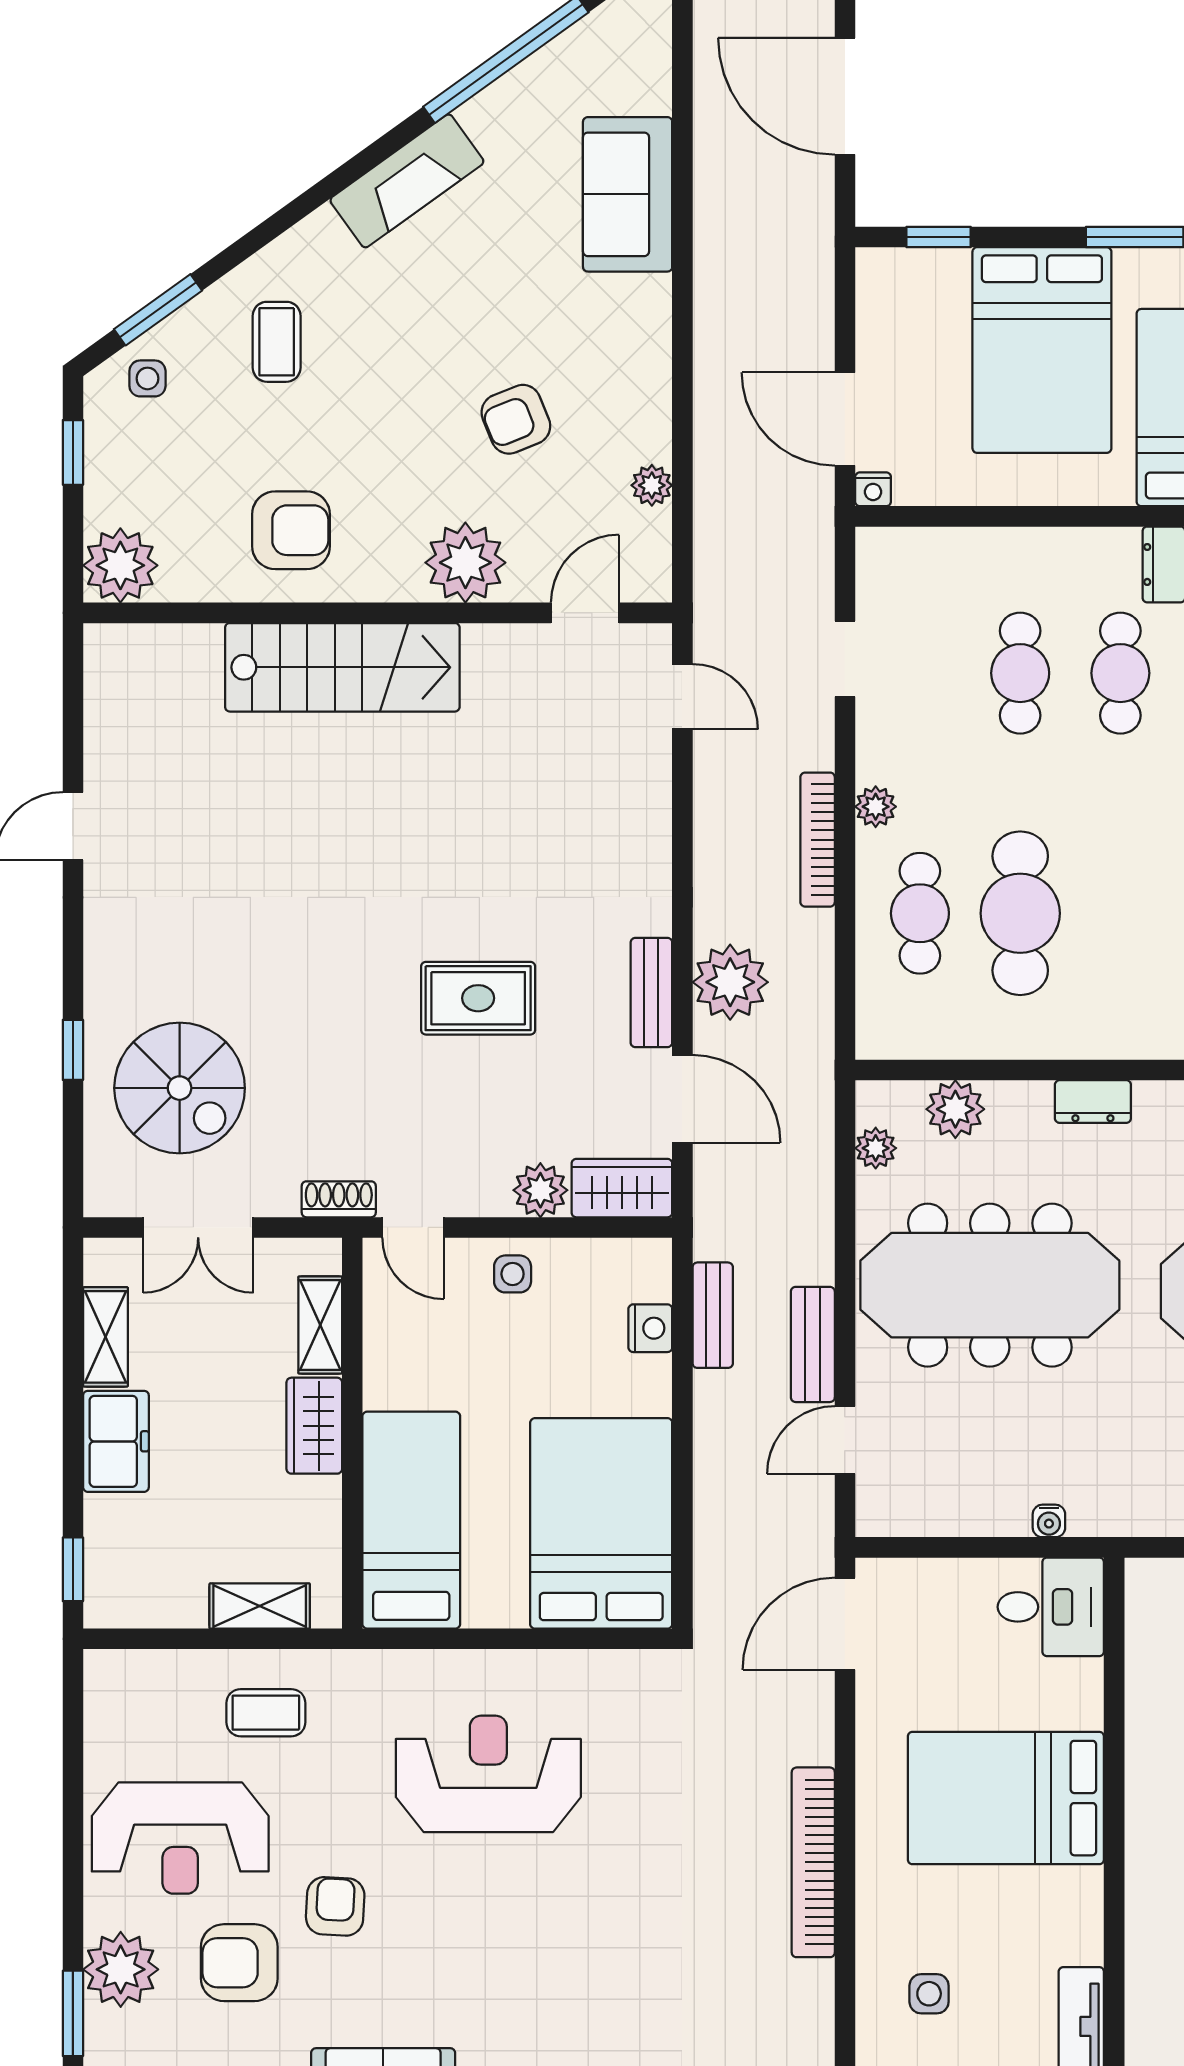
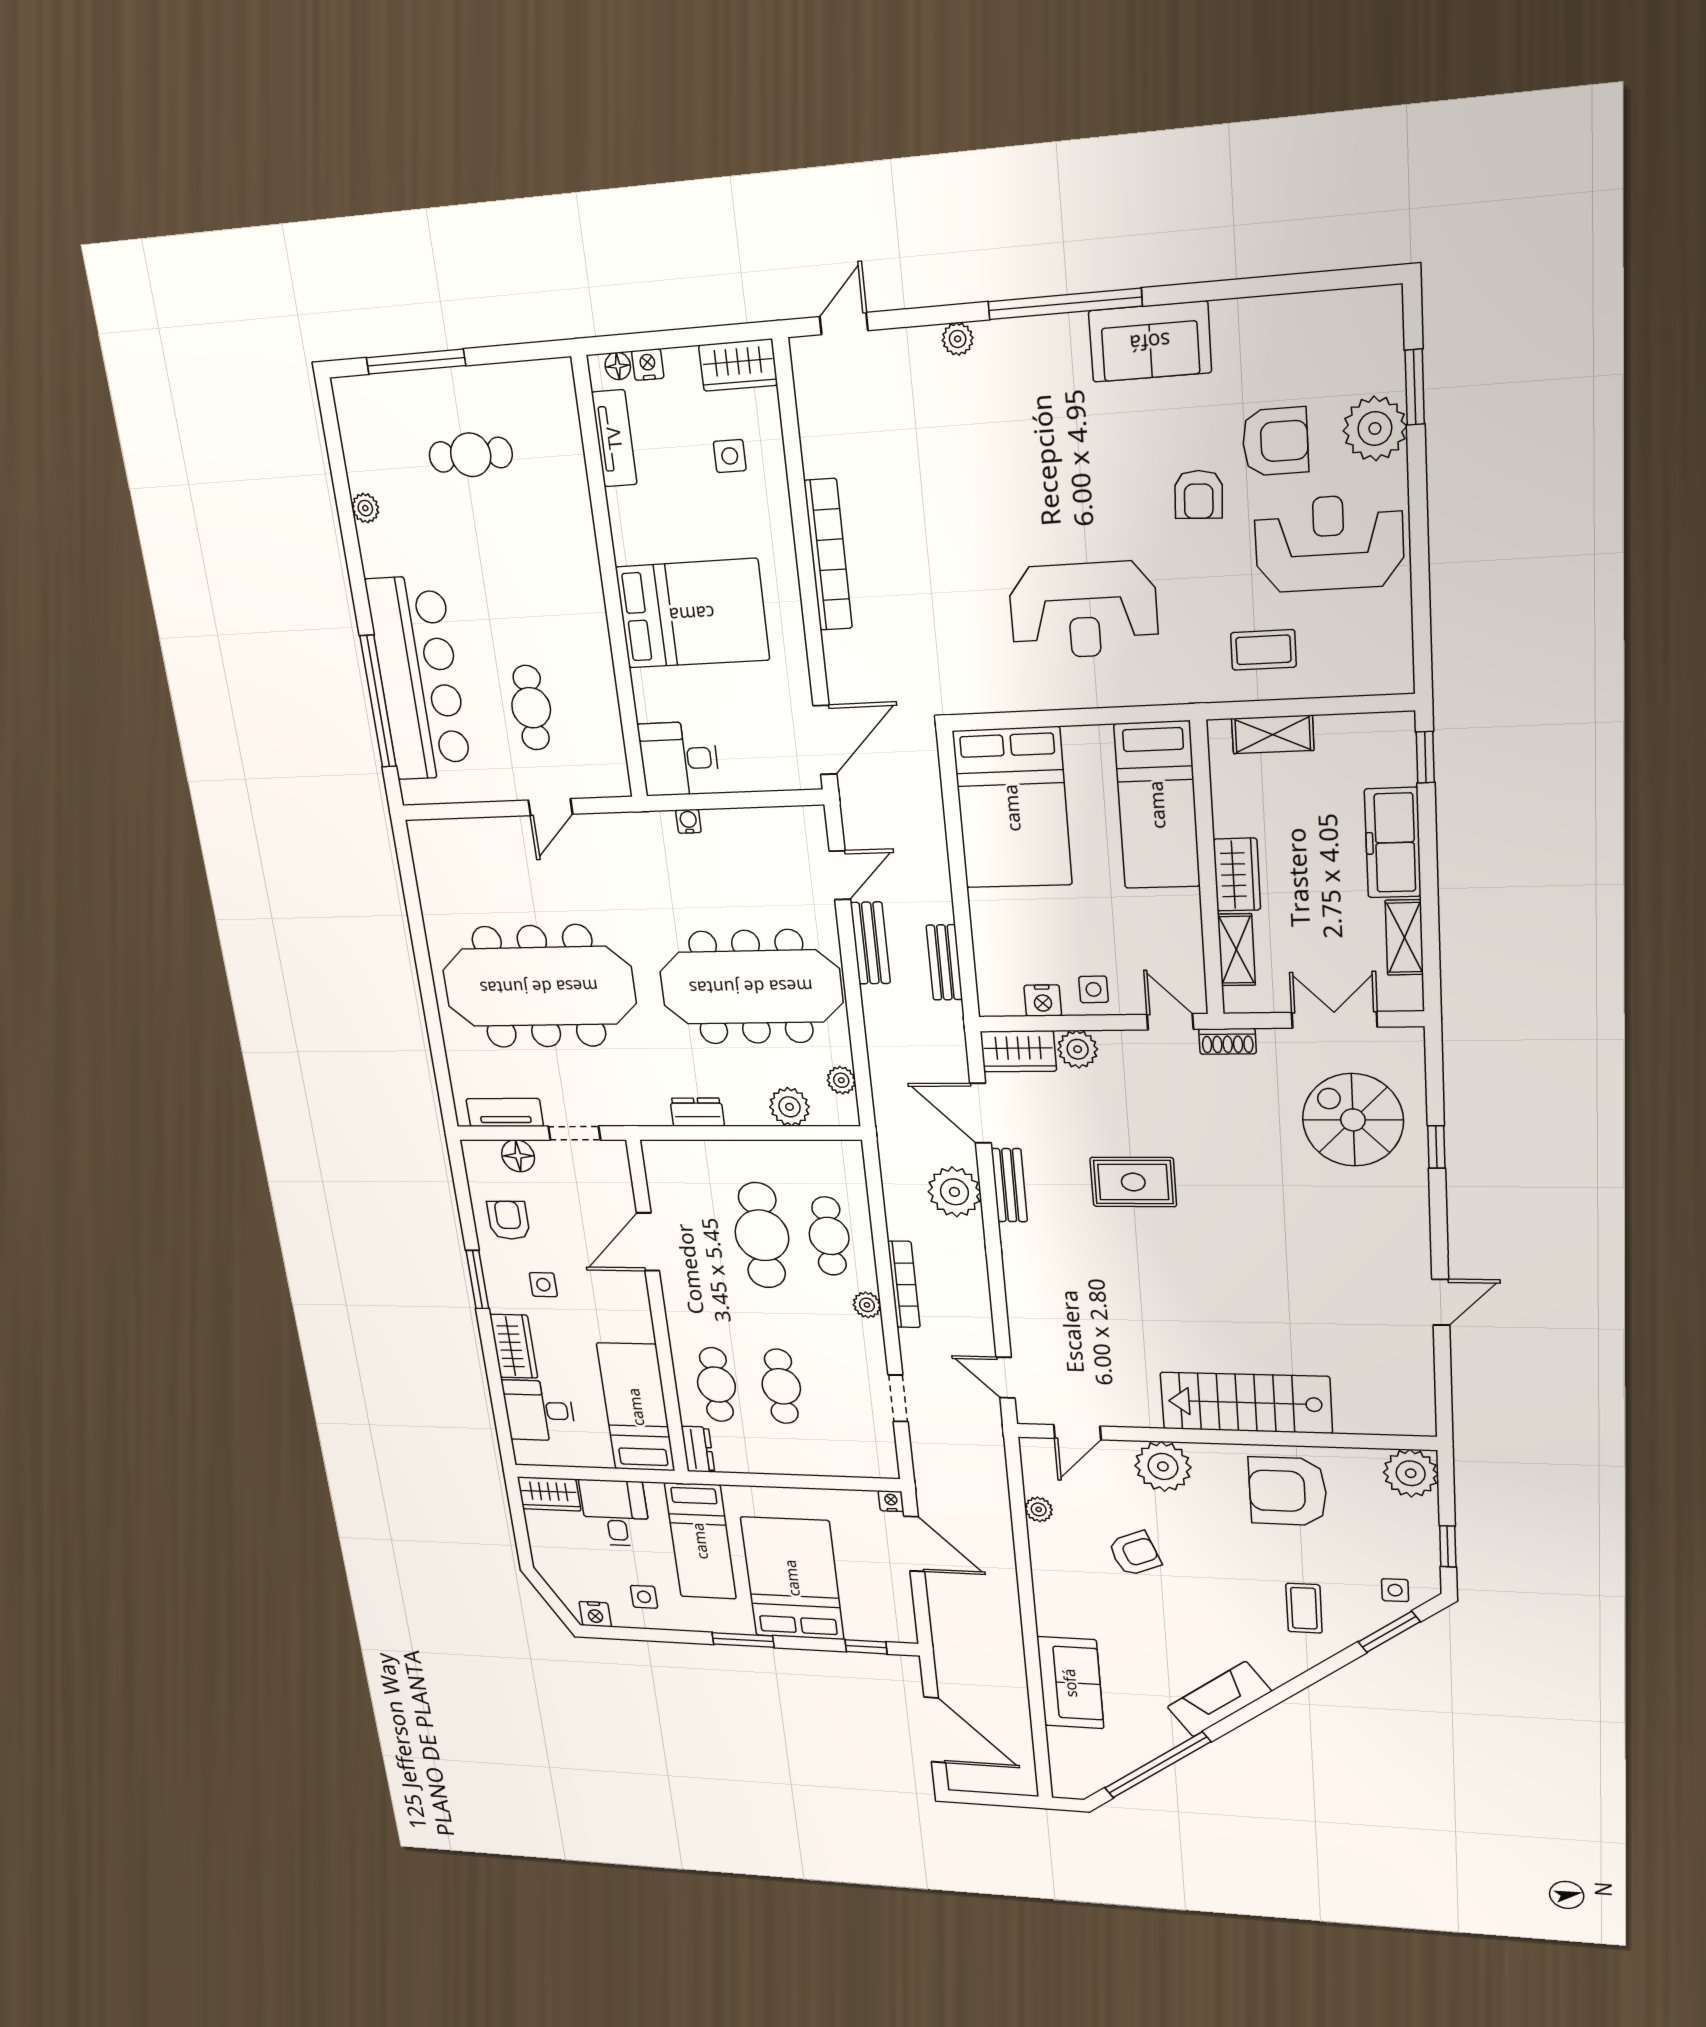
armchair: (291, 530) -> (1288, 1491), width x1.36, depth x1.36
nightstand: (650, 1328) -> (1043, 1001), moved, turned -90
freezer: (116, 1441) -> (1393, 843), width x1.40

